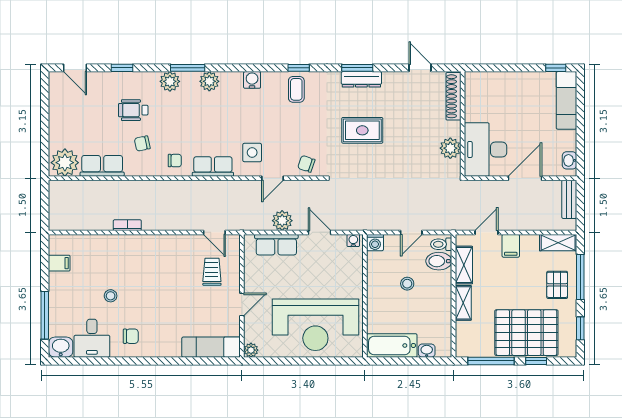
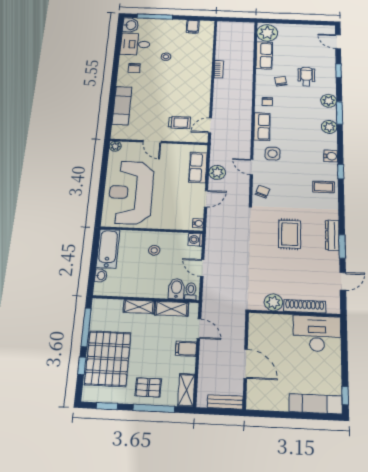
door: (75, 68) -> (338, 42), hinge flipped
window: (299, 68) -> (341, 172), moved
window: (357, 68) -> (342, 246), moved
shoe rack: (453, 96) -> (305, 306), moved
desk: (486, 150) -> (317, 333), moved
washbasin: (569, 160) -> (261, 404), removed
stool: (407, 284) -> (154, 250), moved
exam couch: (211, 347) -> (122, 105), moved

